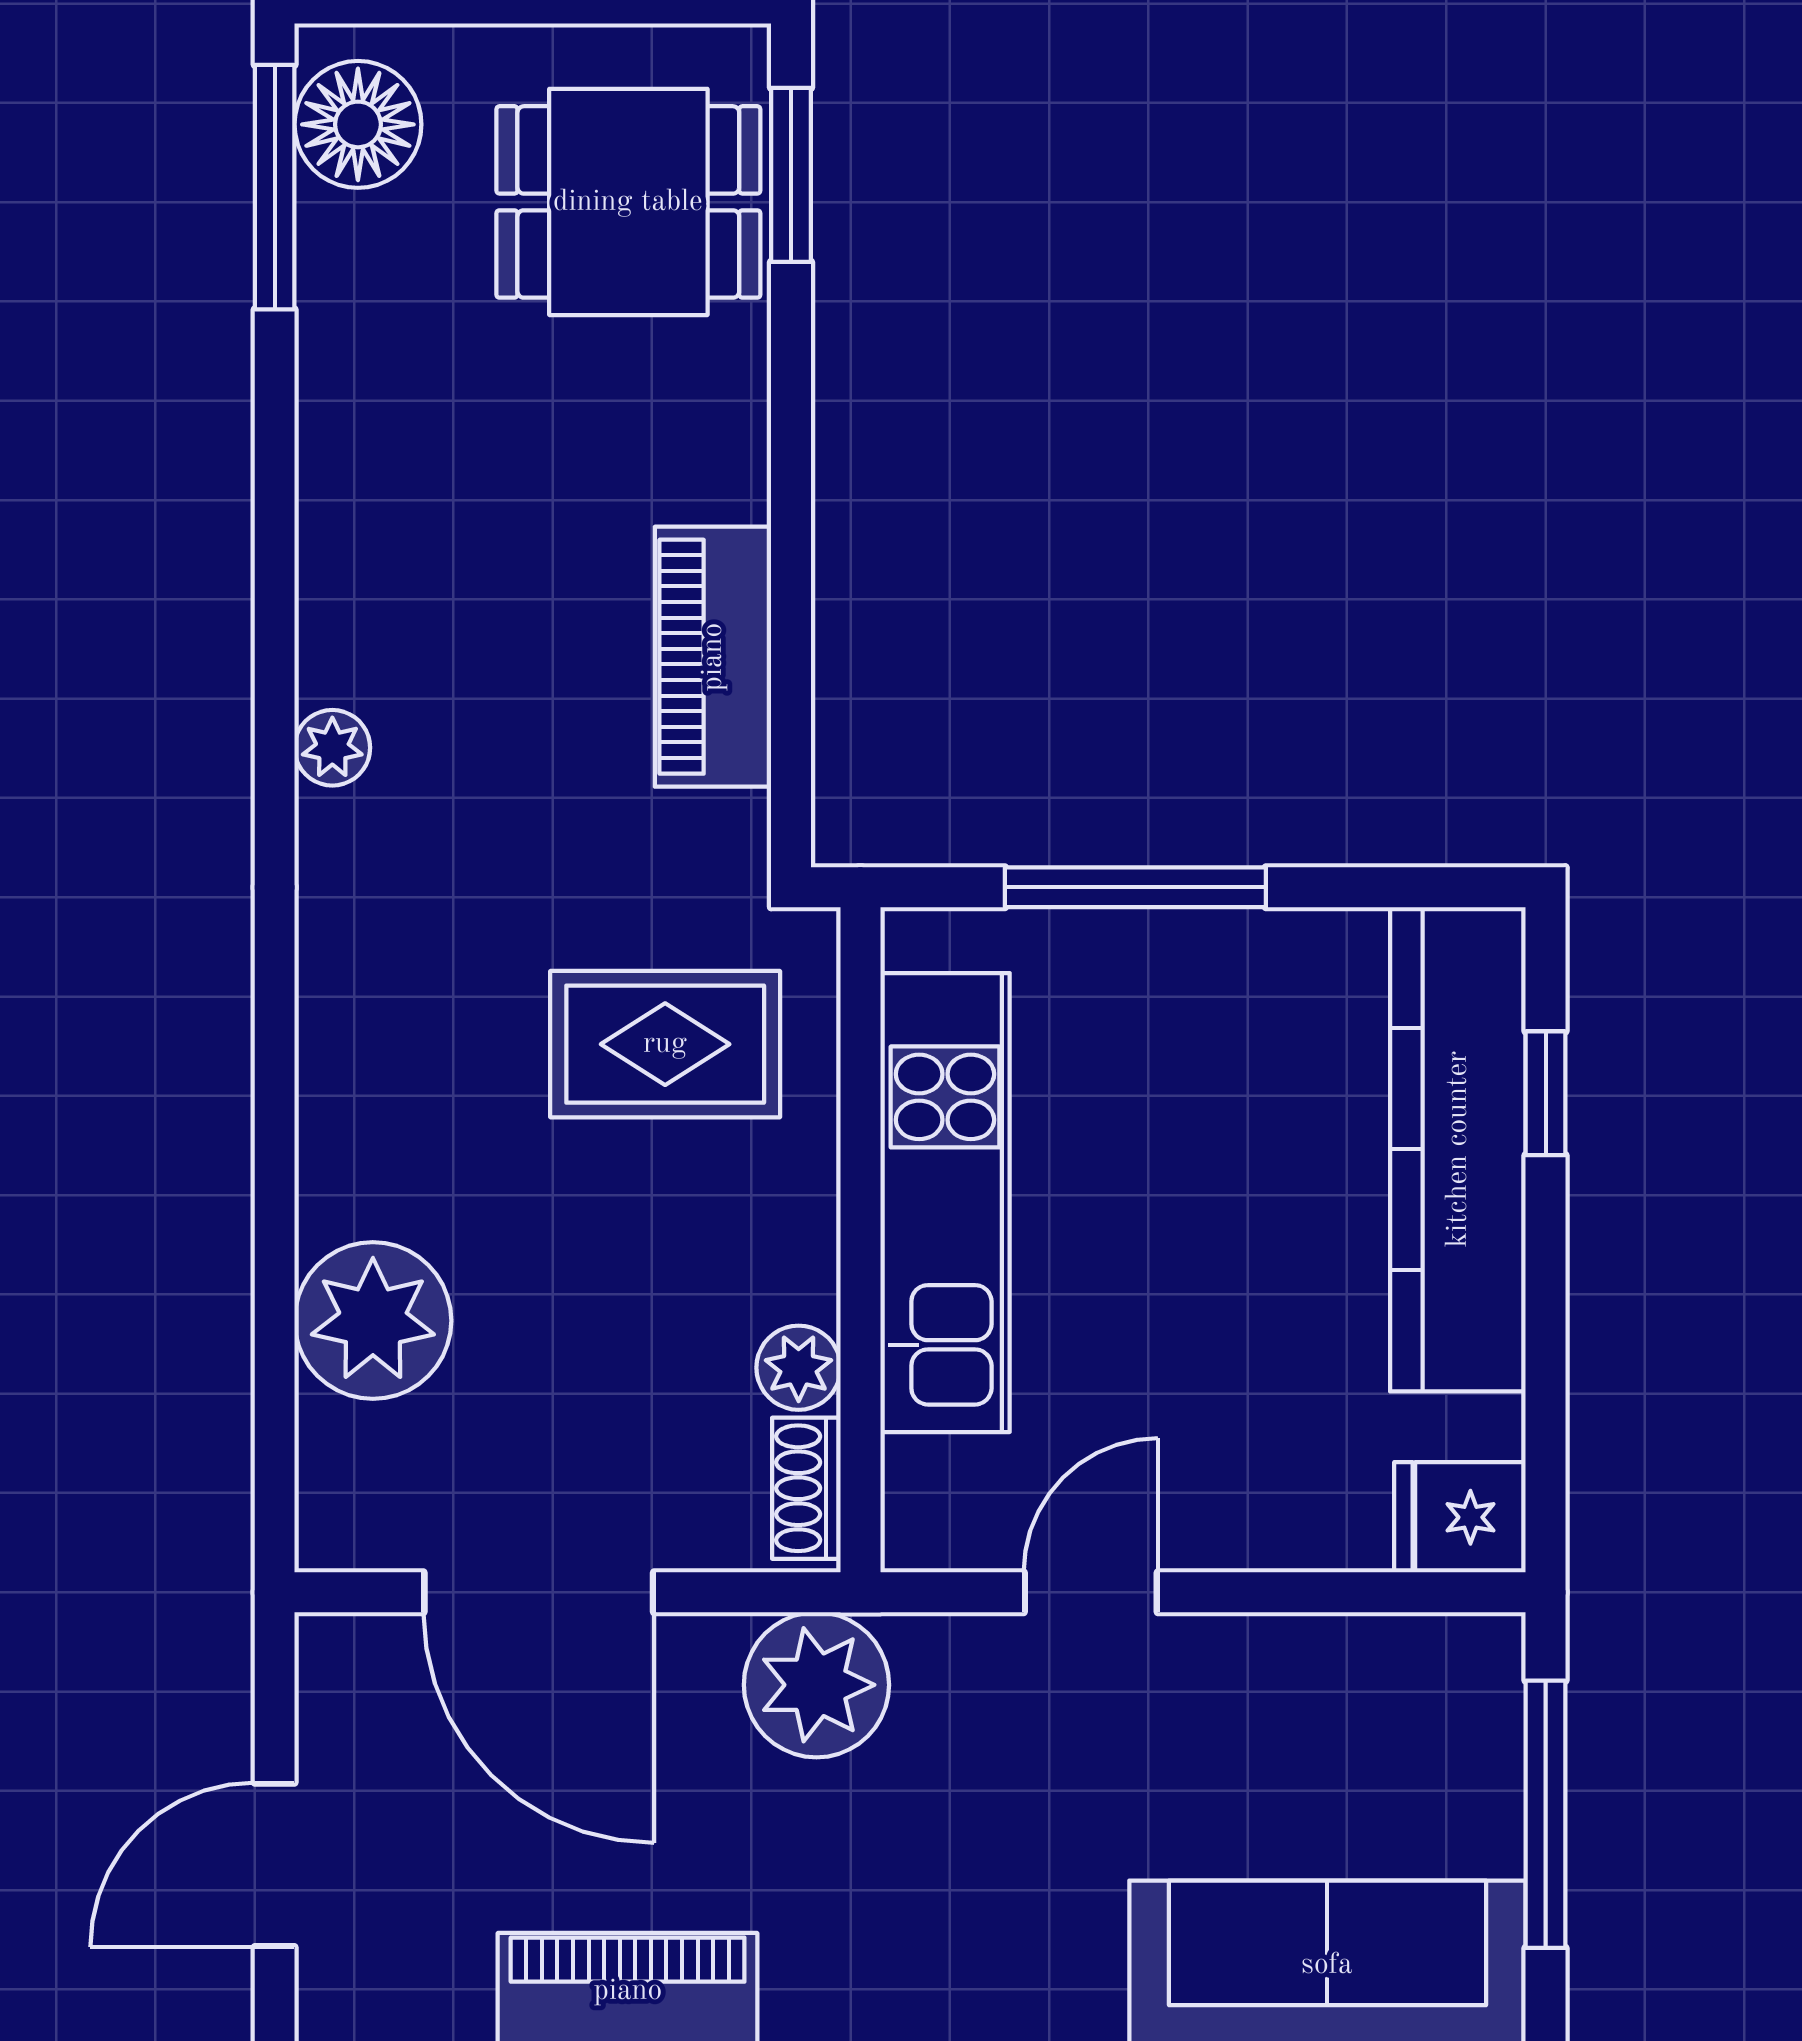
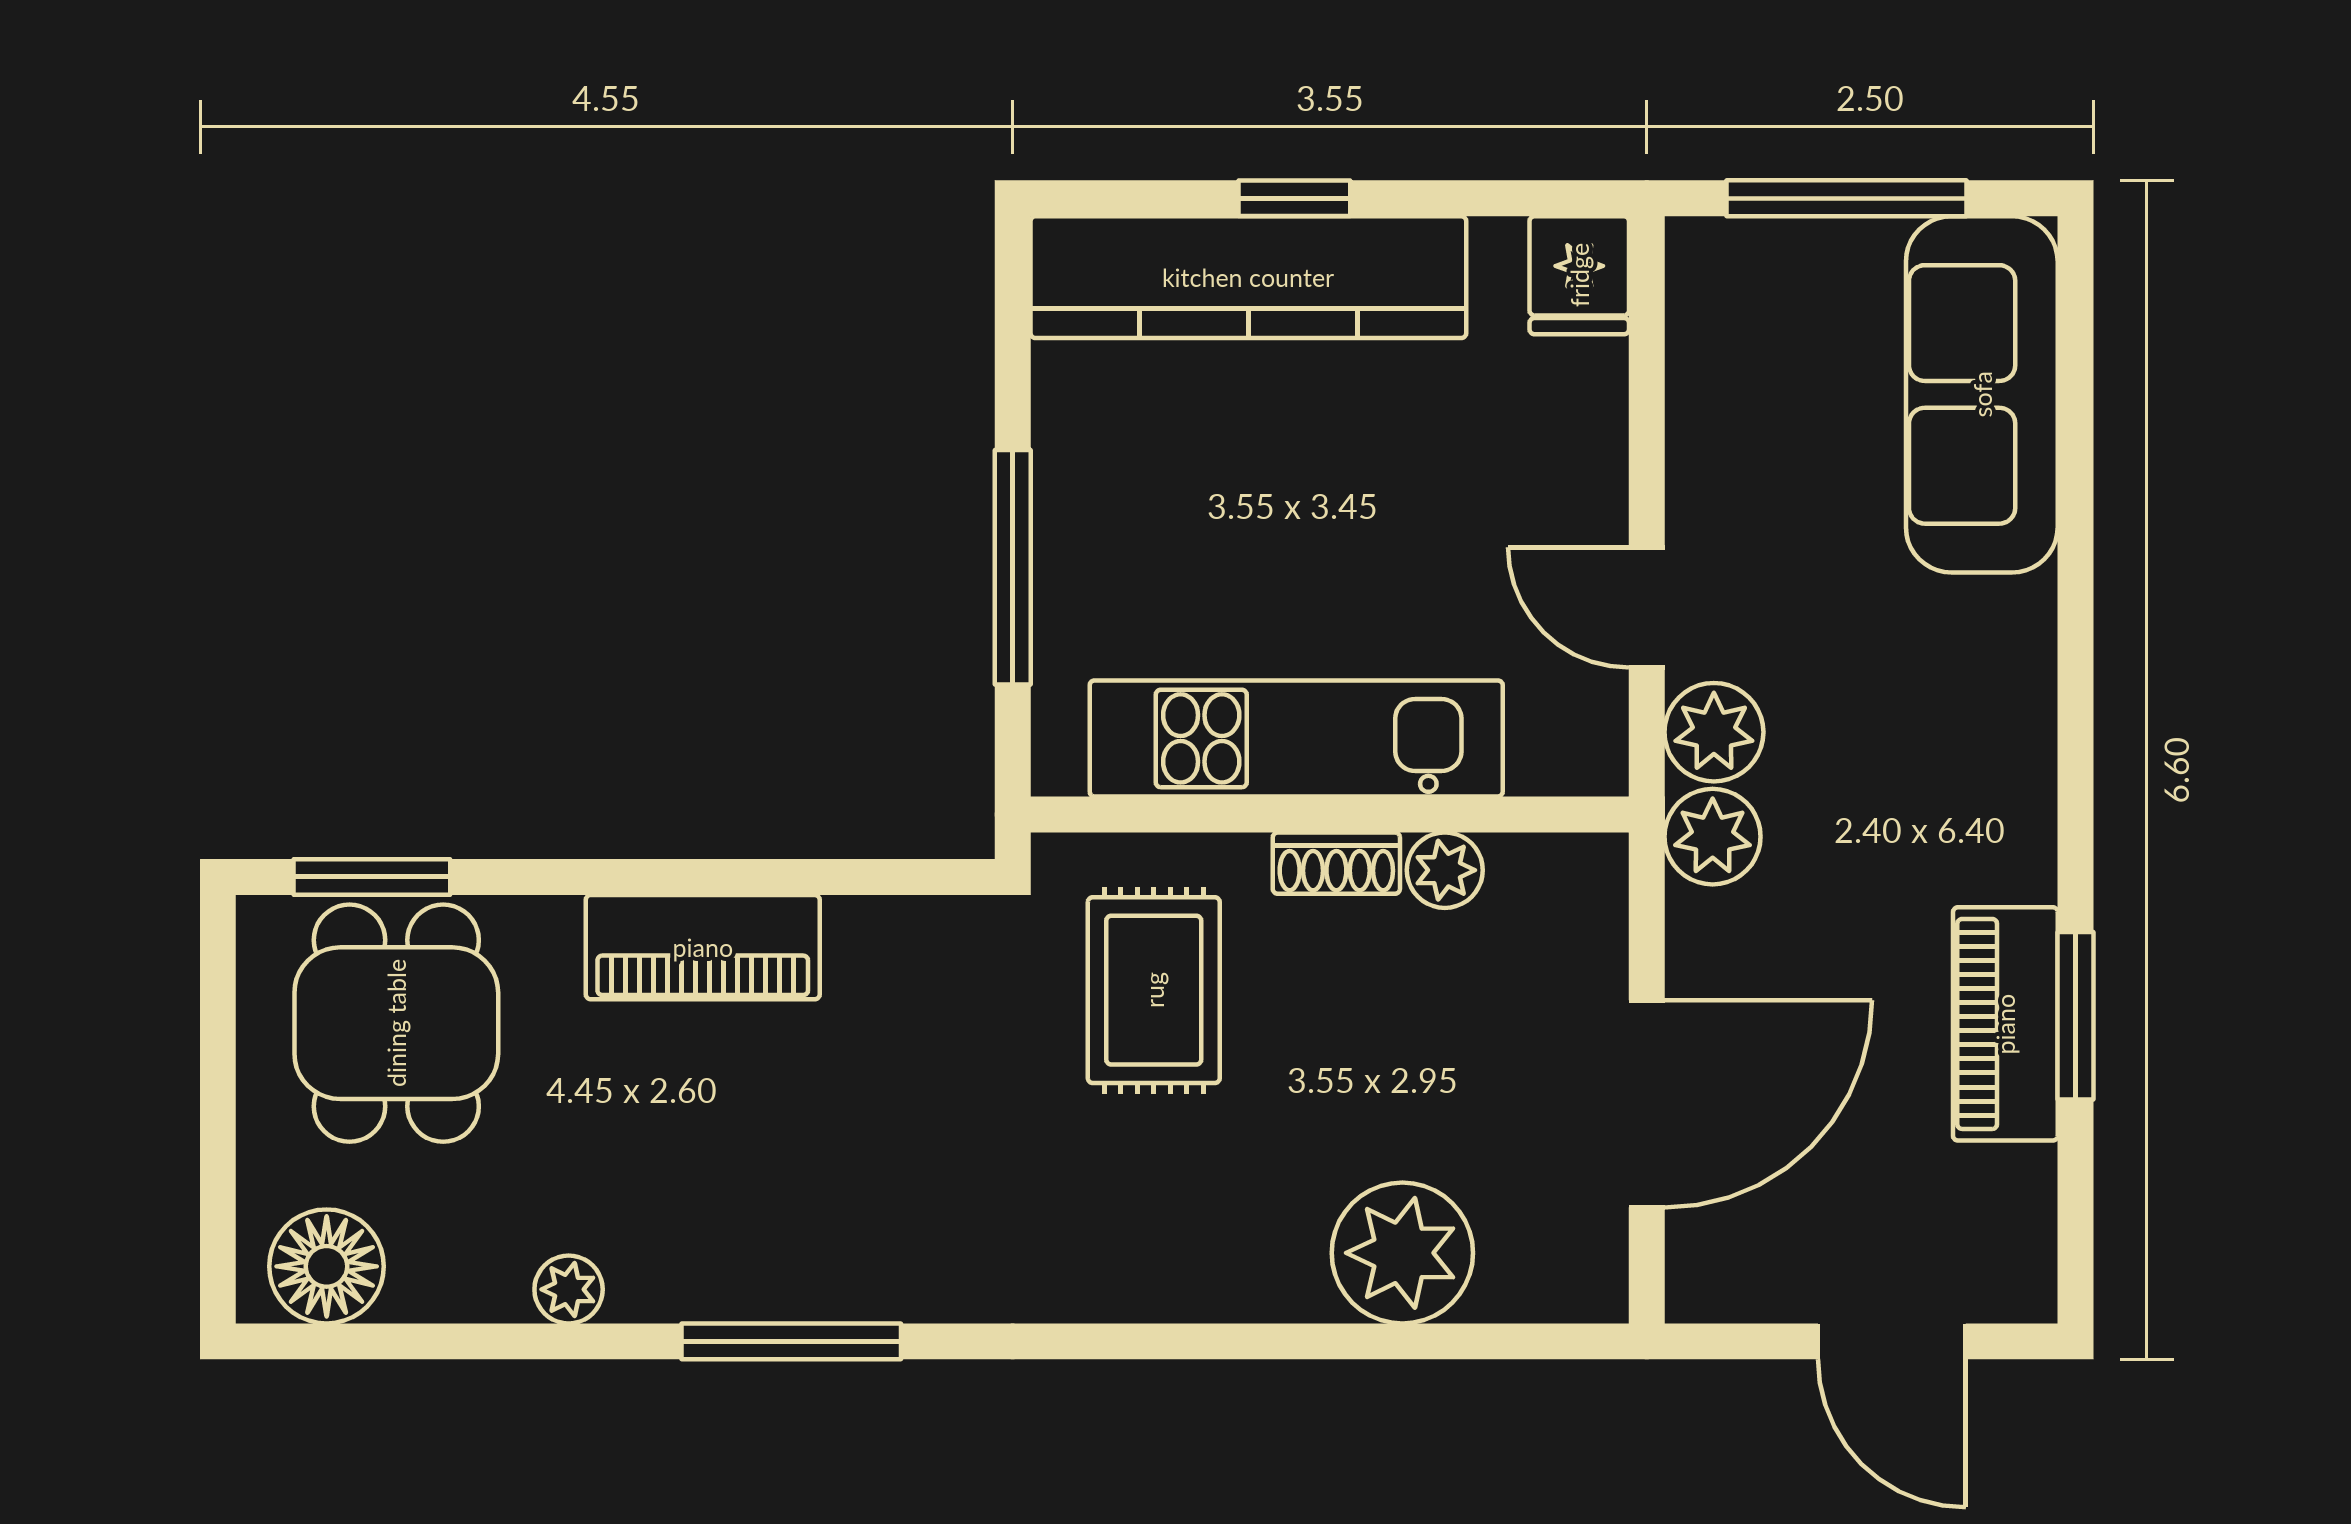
window: (275, 187) -> (791, 1341), moved
piano: (713, 657) -> (703, 947), moved
plant: (332, 748) -> (569, 1289), moved
window: (1546, 1093) -> (1294, 198), moved
shoe rack: (806, 1488) -> (1336, 863), moved
plant: (952, 1667) -> (1714, 732), added
plant: (816, 1685) -> (1713, 837), width x0.73, depth x0.73

